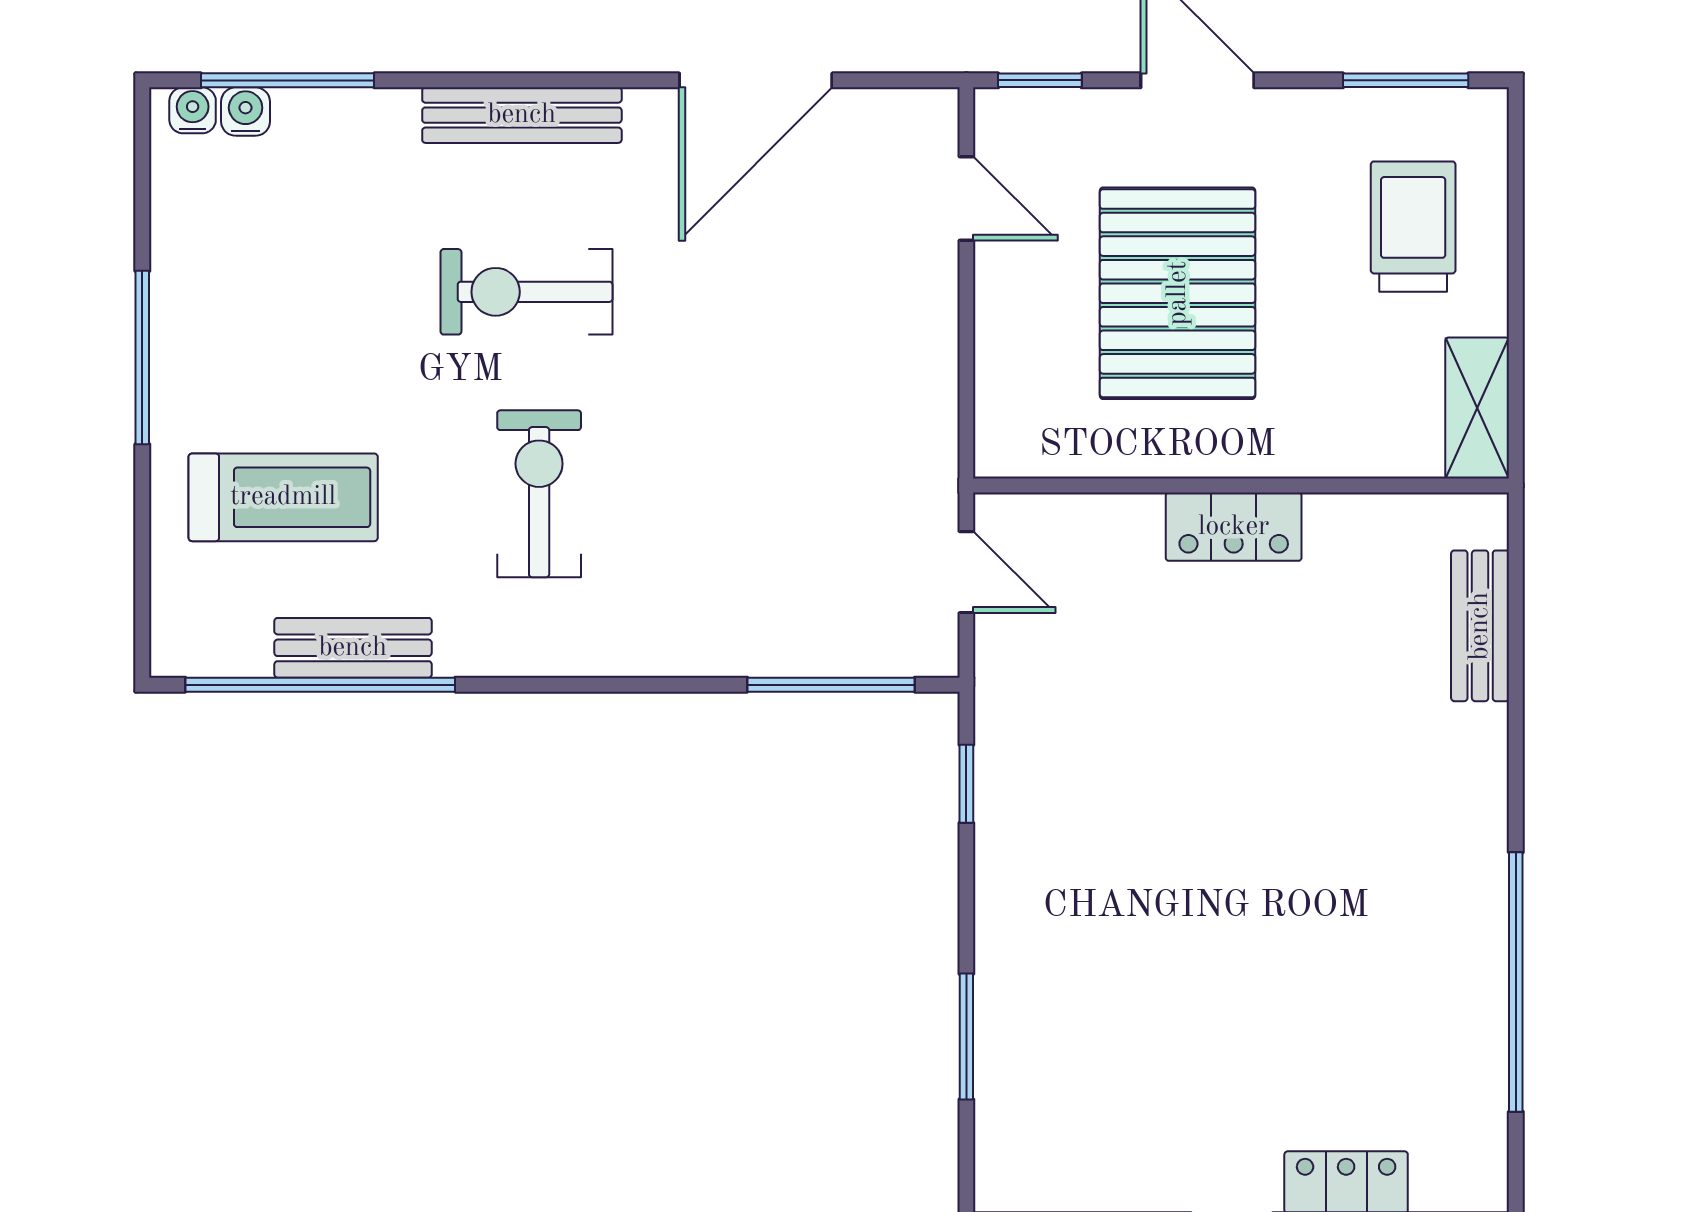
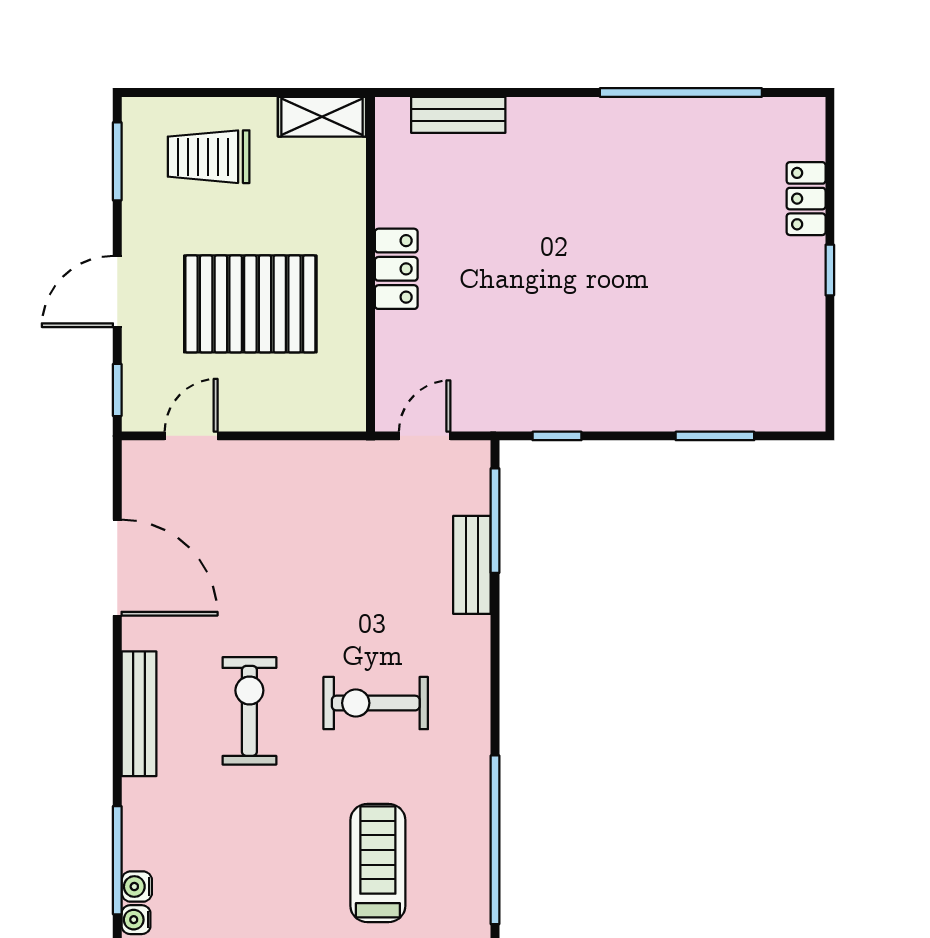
exercise bike: (527, 292) -> (249, 711), turned 180
bench: (353, 648) -> (472, 565), moved

